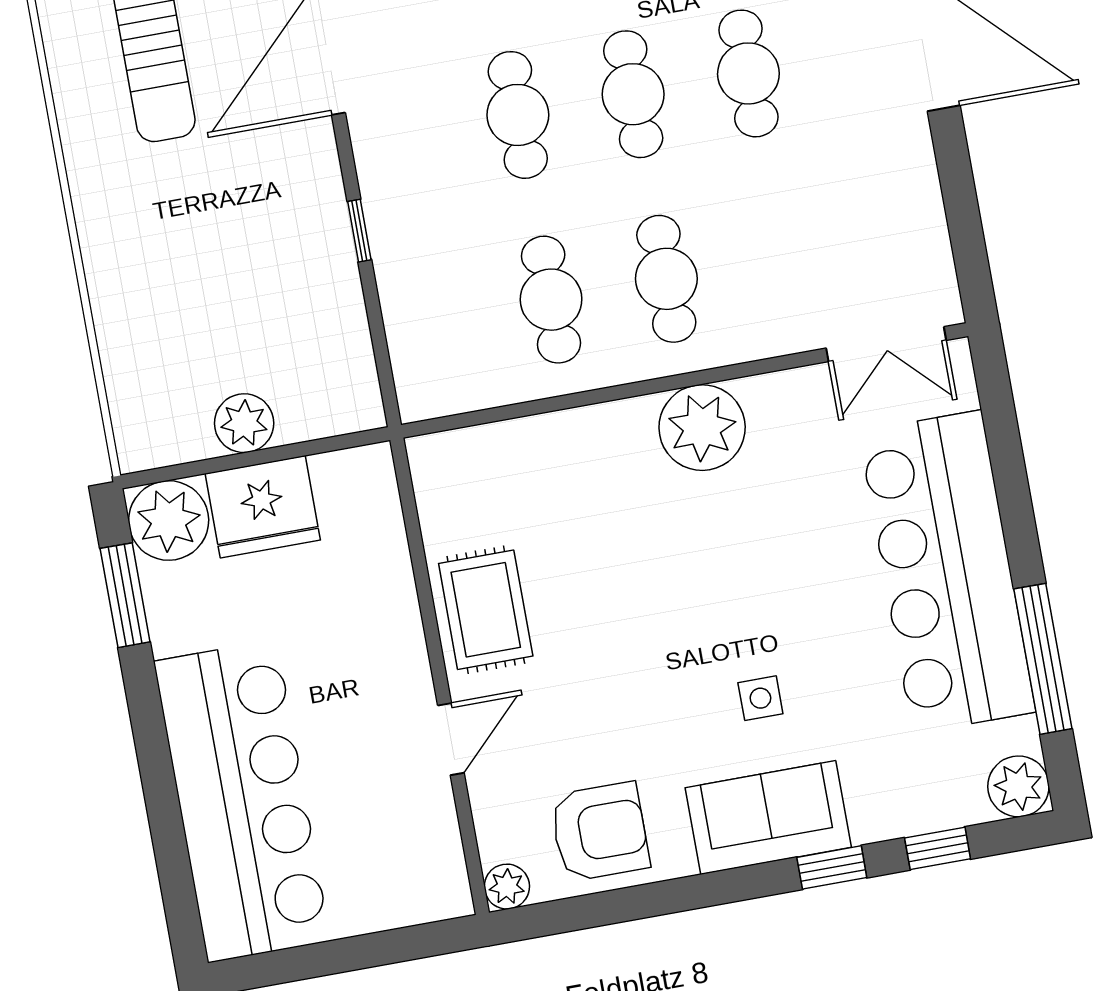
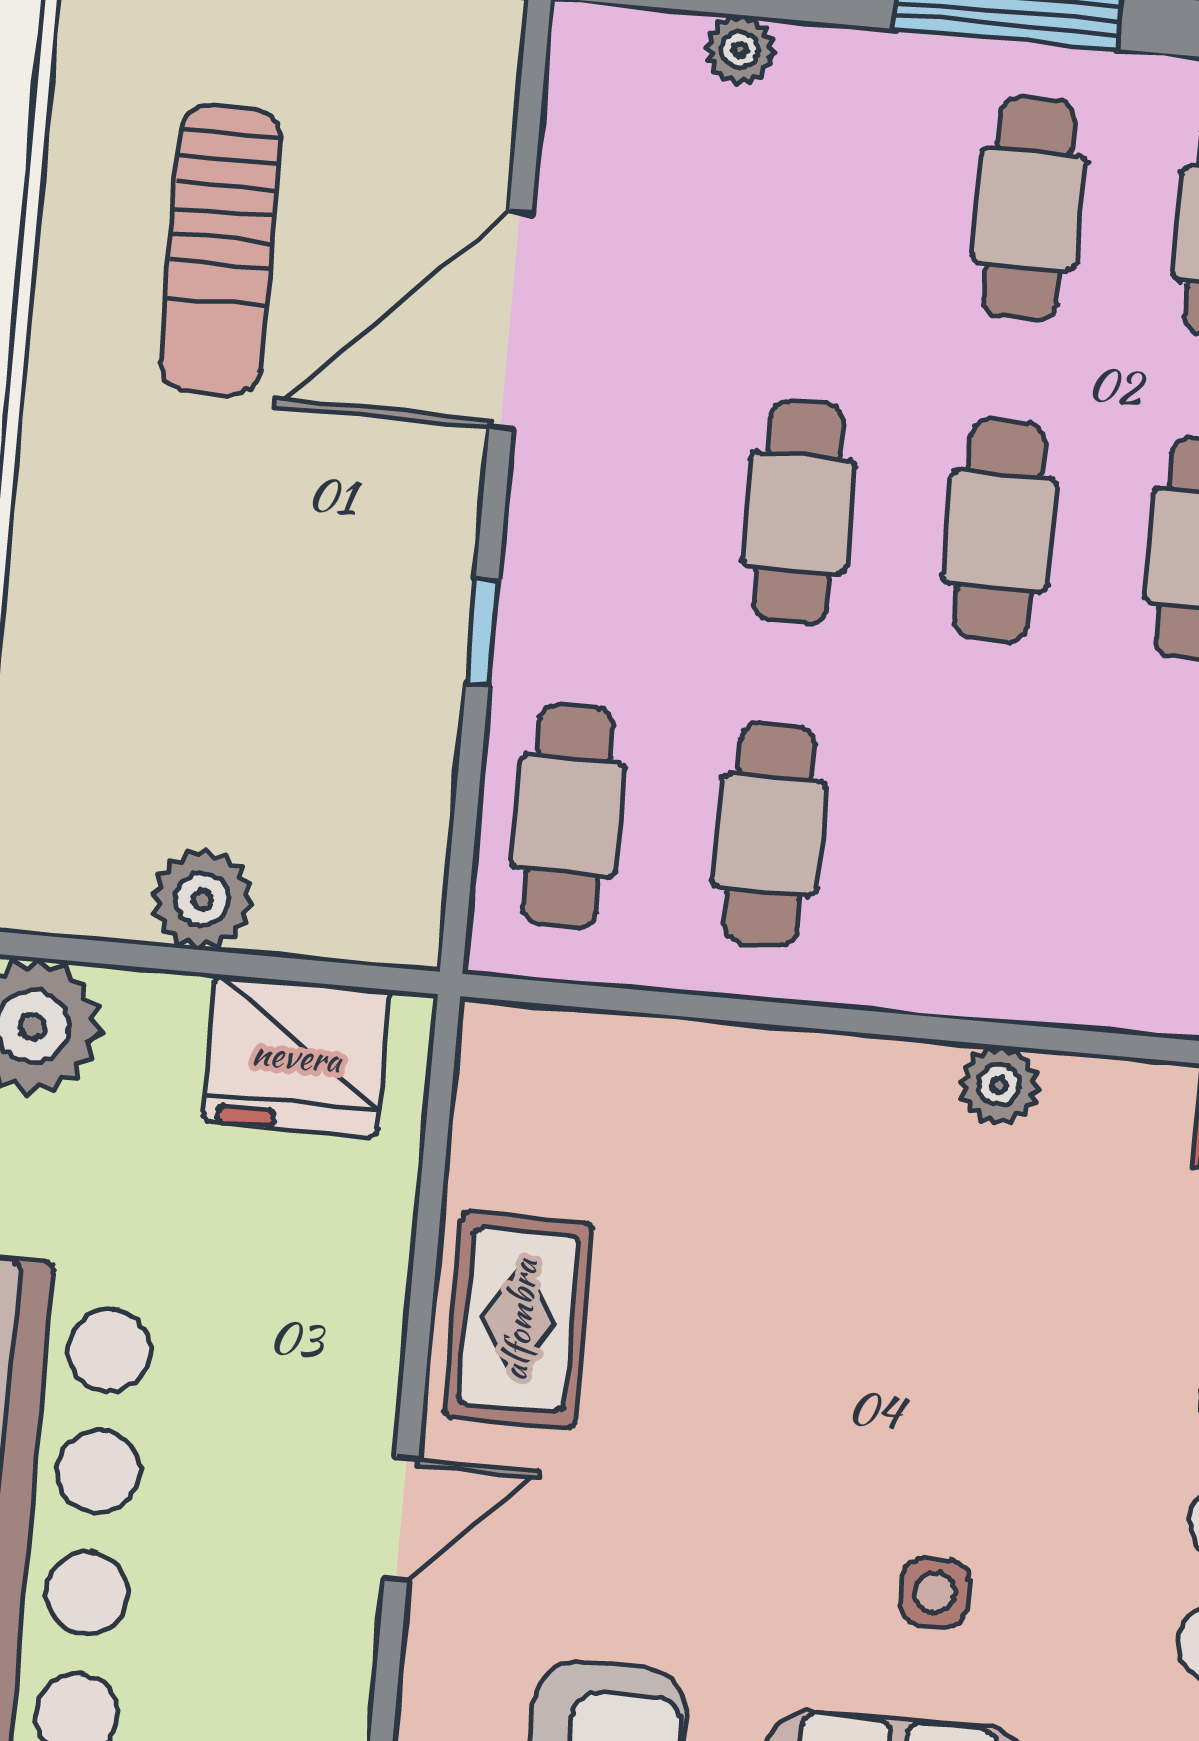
cafe table: (666, 279) -> (568, 816), moved
plant: (702, 428) -> (999, 1085), width x0.53, depth x0.53
fridge: (263, 507) -> (297, 1056), moved

